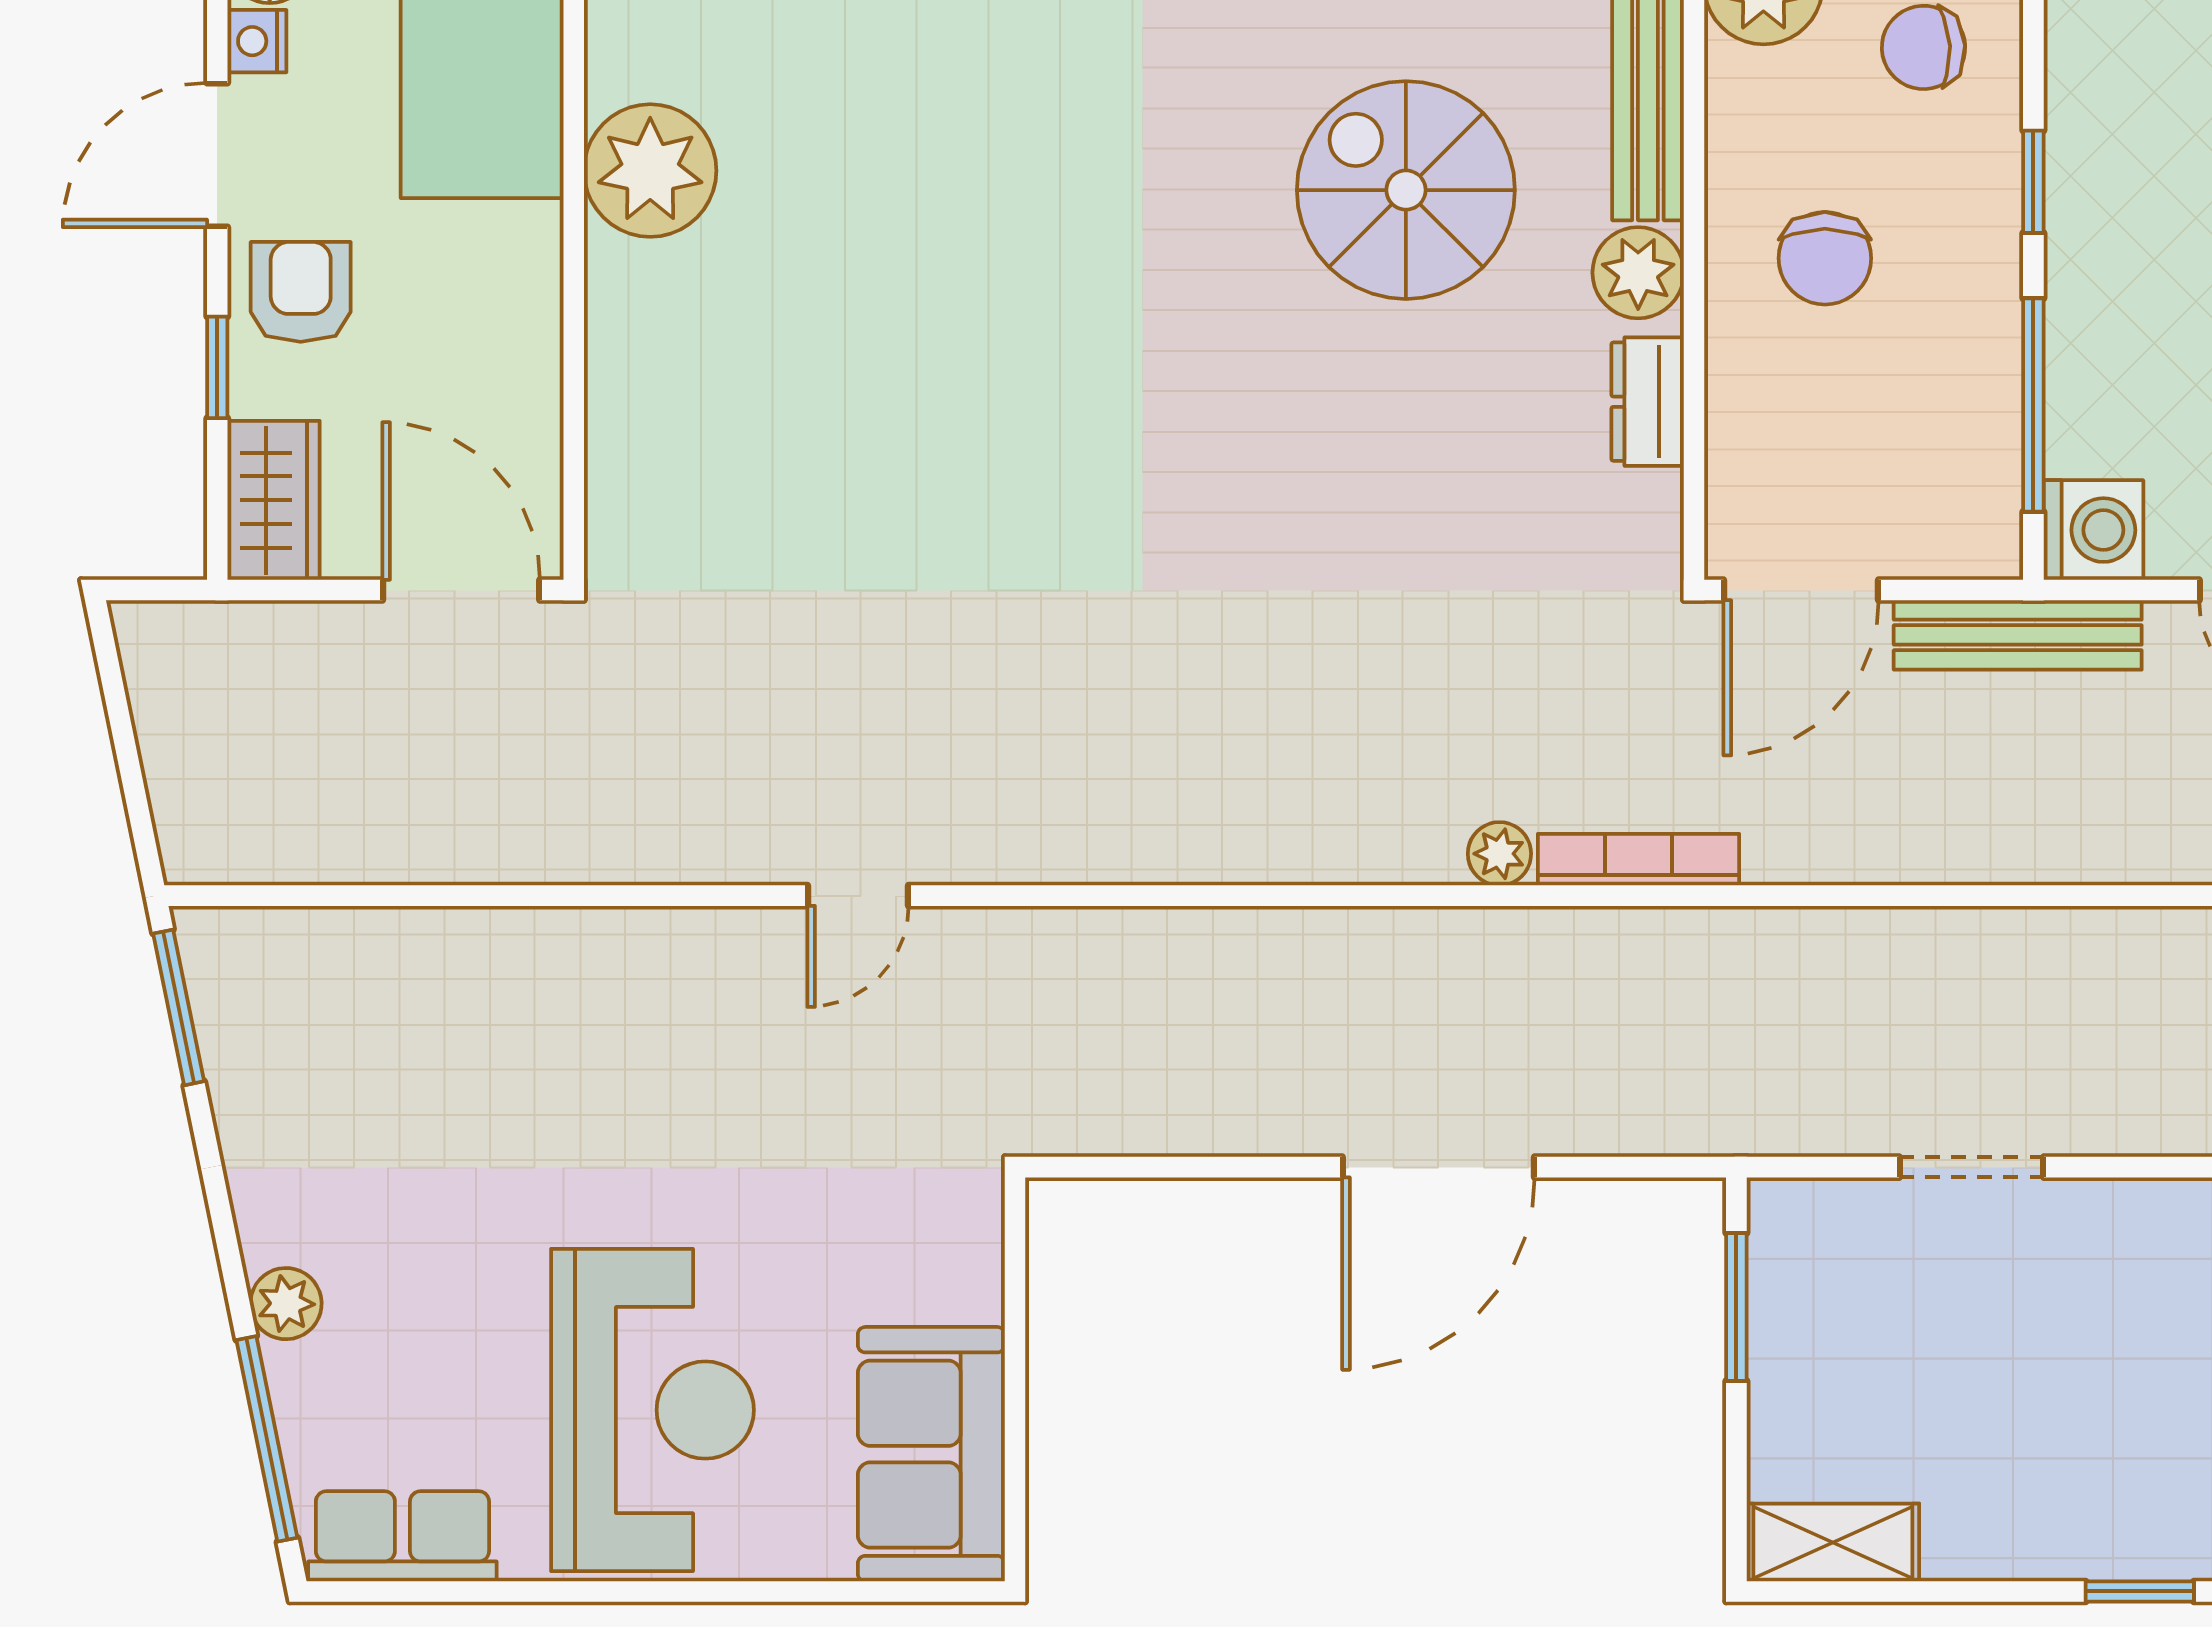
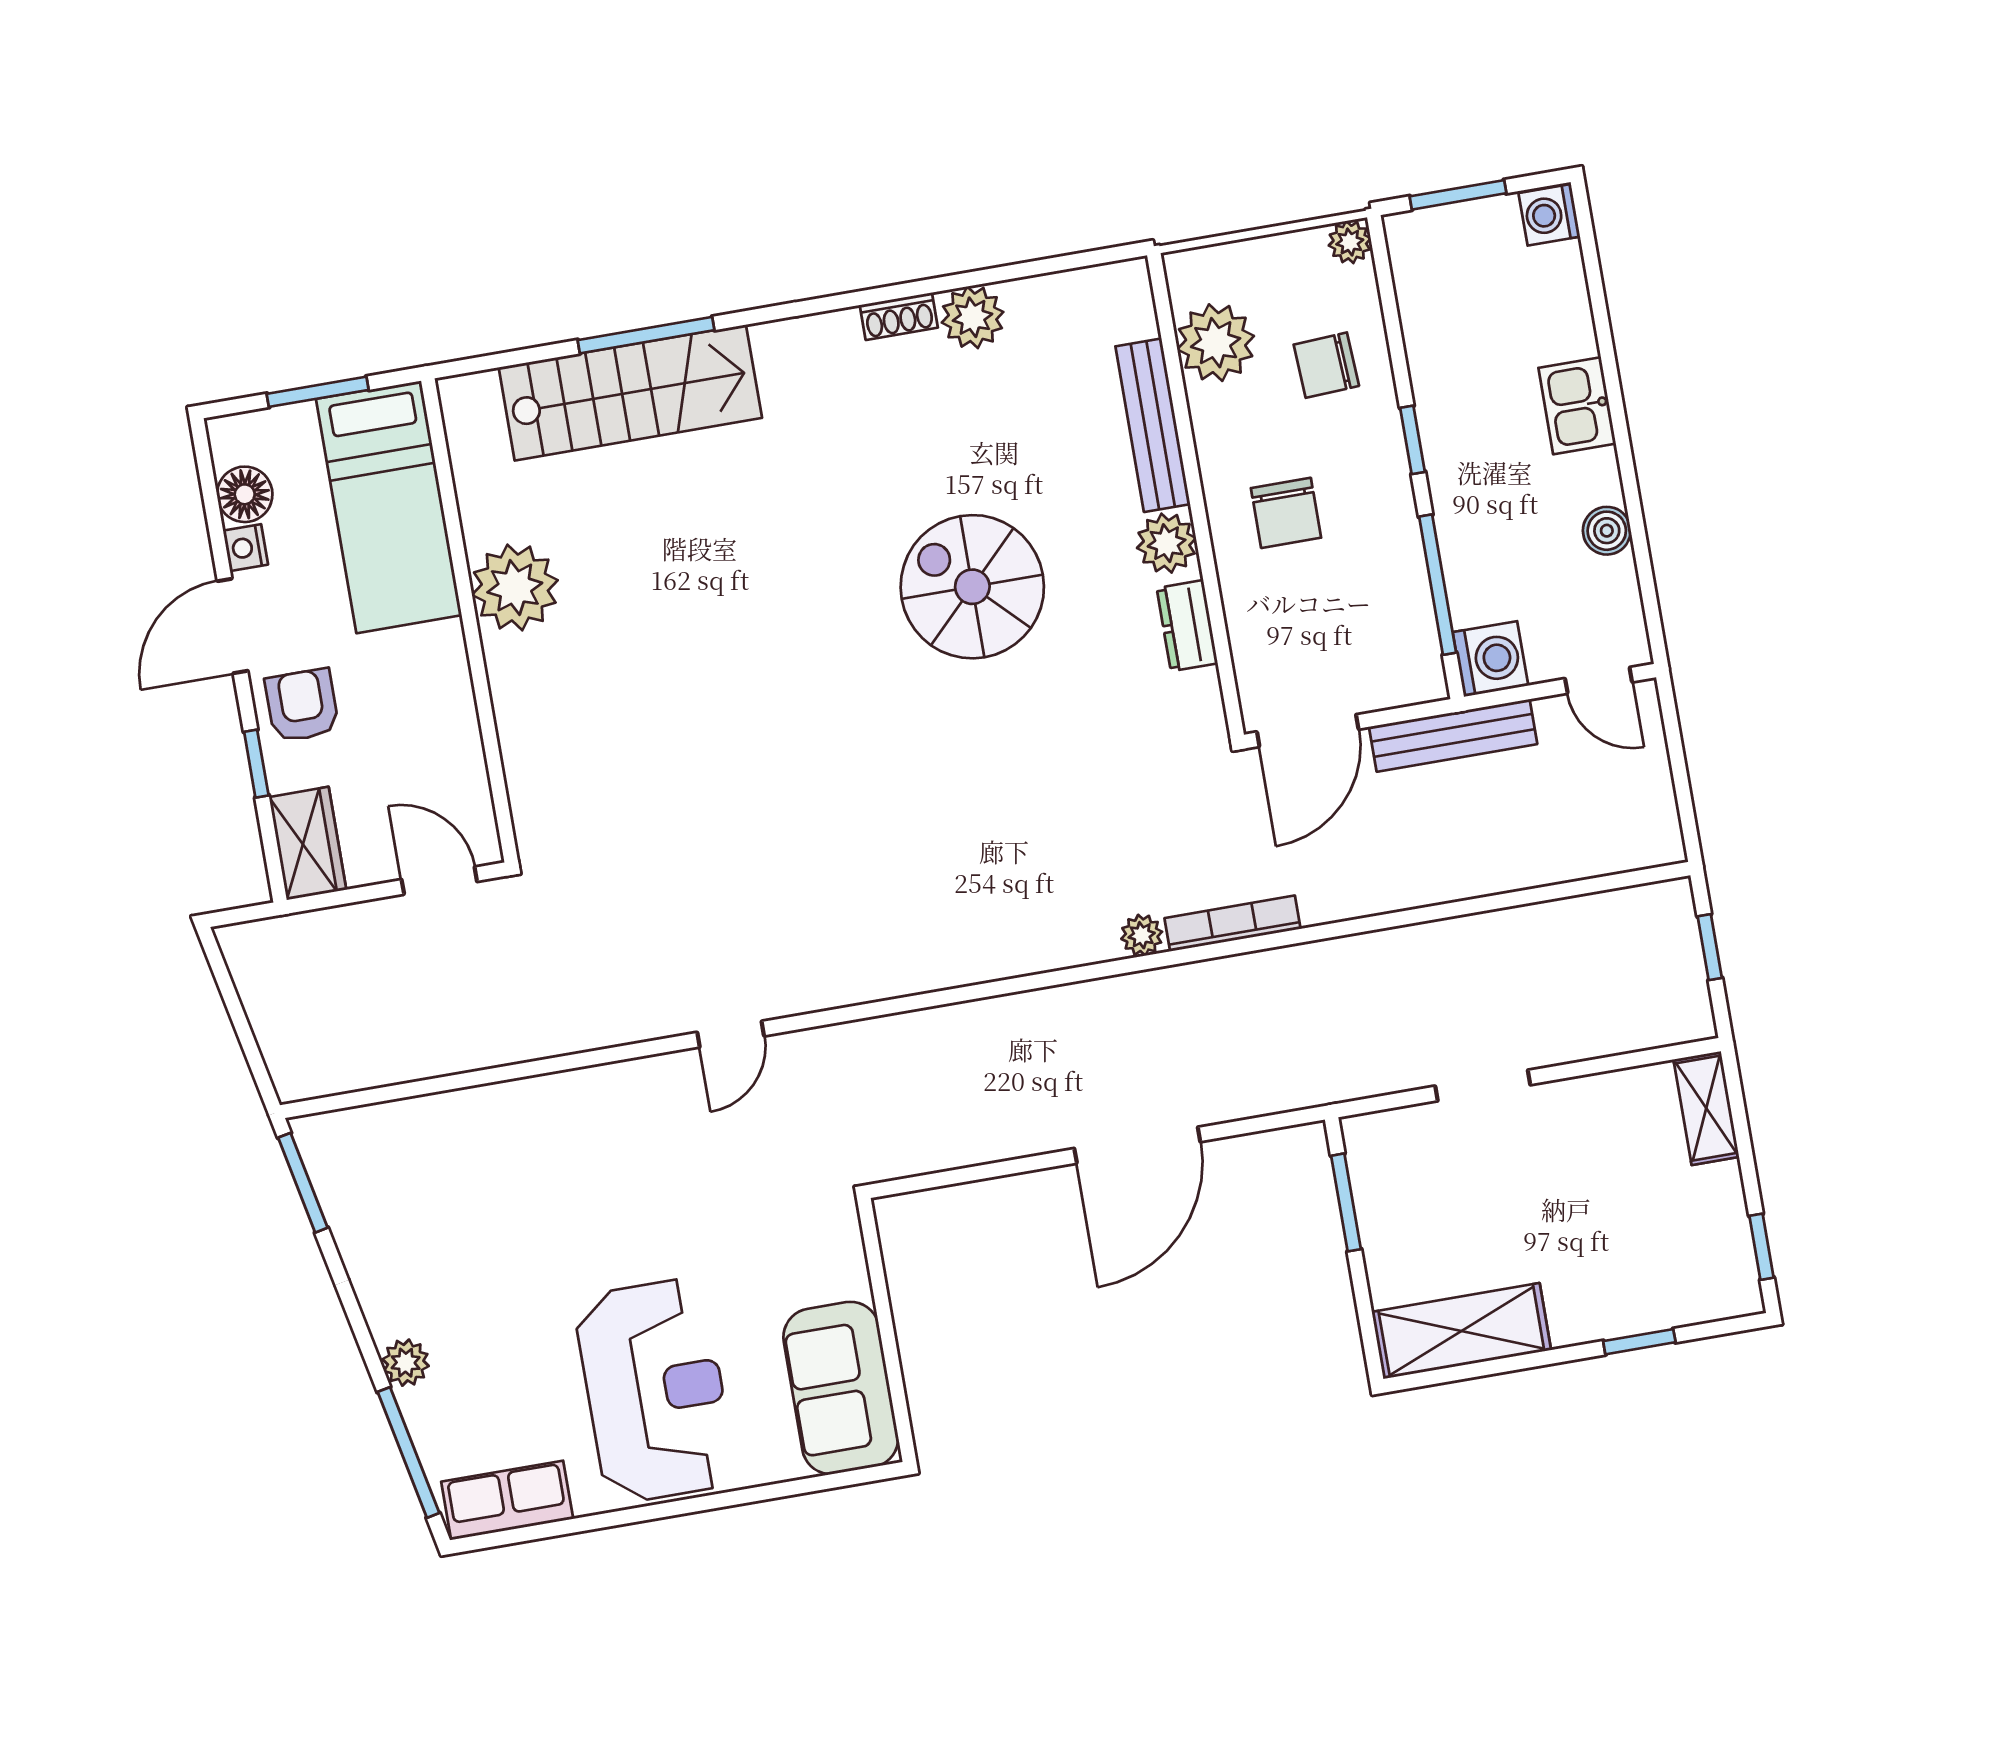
spiral stairs: (1406, 190) -> (972, 587), moved
door: (461, 590) -> (439, 881), width x0.73
shelving: (1833, 1542) -> (1461, 1331), width x1.50, depth x1.33

